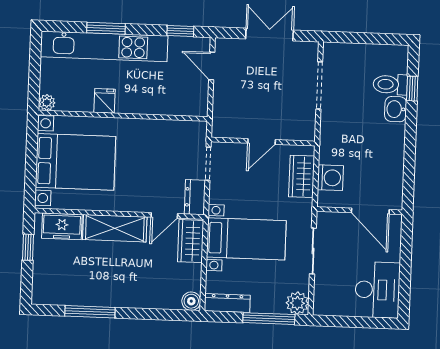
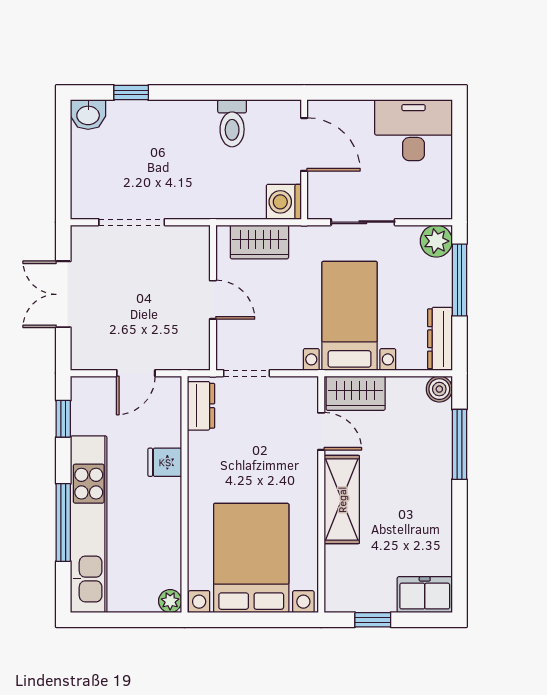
window: (106, 28) -> (63, 523), width x1.44
door: (212, 66) -> (136, 373), moved
toilet: (390, 84) -> (232, 123), moved
fridge: (105, 101) -> (165, 462), moved
washbasin: (396, 109) -> (88, 115), moved
washing machine: (330, 178) -> (284, 202), moved, turned -90
dresser: (195, 197) -> (201, 406), moved, turned -90
door: (370, 211) -> (304, 144), hinge flipped
freezer: (62, 226) -> (425, 595), moved, turned -90
window: (90, 312) -> (459, 444), moved

